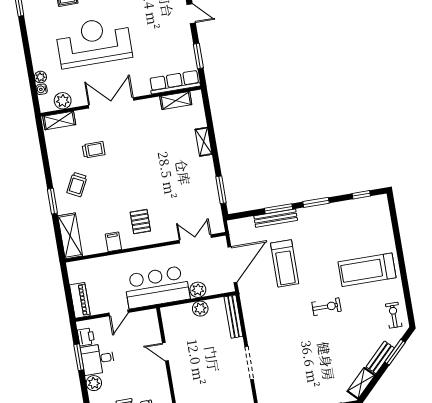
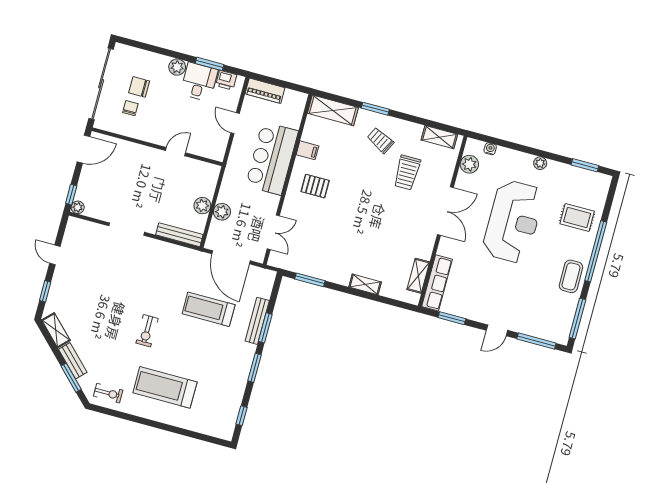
plant: (40, 77) -> (540, 163), moved
shelving: (59, 120) -> (439, 137), moved, turned 90
trolley: (94, 150) -> (407, 173), width x1.36, depth x1.39
treadmill: (367, 270) -> (165, 387), turned -90
bar counter: (157, 287) -> (272, 158), moved, turned 180

